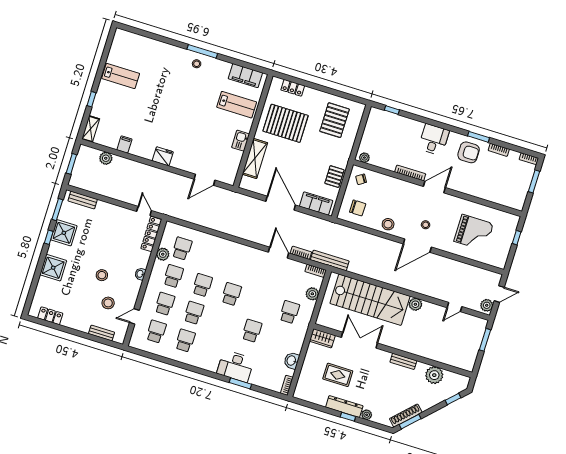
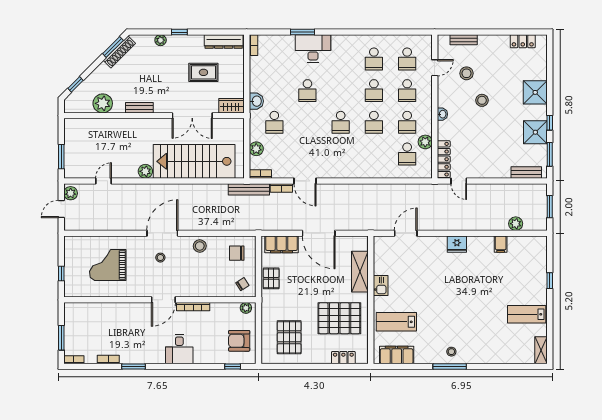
shelving: (91, 129) -> (541, 350), moved
armchair: (469, 152) -> (239, 341), moved
washbasin: (292, 361) -> (256, 101), moved
dresser: (344, 407) -> (224, 42), moved

